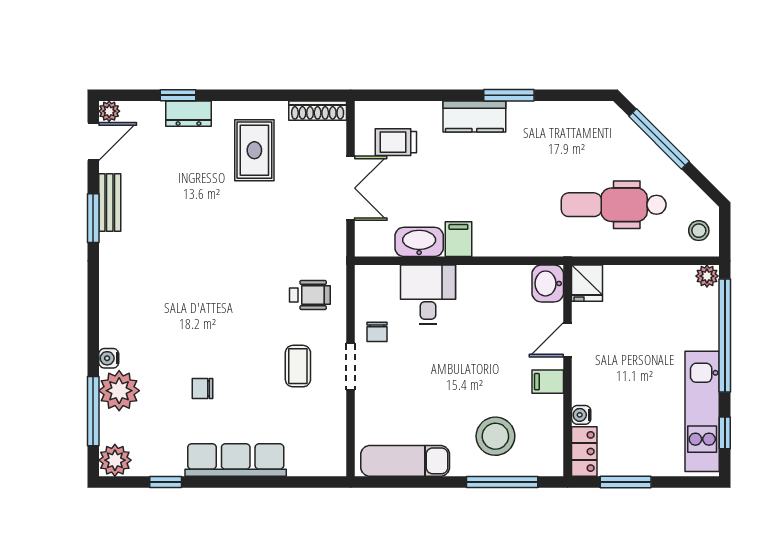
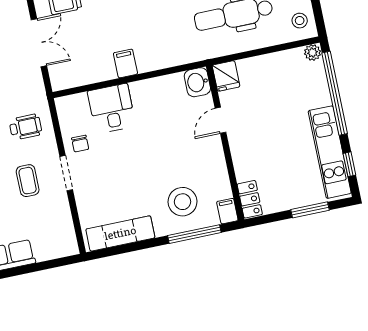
washbasin: (419, 242) -> (97, 71), removed
filing cabinet: (548, 382) -> (227, 211), moved, turned 90
water cooler: (581, 415) -> (242, 173), removed
window: (626, 482) -> (310, 210), moved

